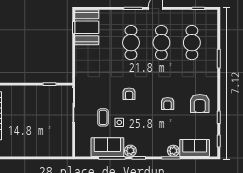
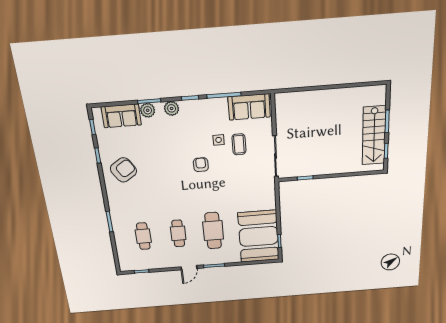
booth: (87, 27) -> (259, 236), width x1.36, depth x1.42
cafe table: (161, 43) -> (178, 233), width x0.73, depth x0.74
cafe table: (192, 43) -> (143, 236), width x0.73, depth x0.74
armchair: (129, 94) -> (201, 165), moved
armchair: (200, 103) -> (123, 170), turned 57
armchair: (168, 104) -> (162, 167), removed
sofa: (107, 147) -> (249, 107), moved
plant: (130, 151) -> (172, 108), moved

